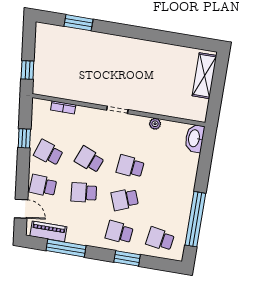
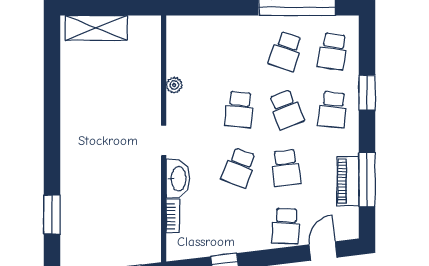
washbasin: (194, 138) -> (178, 179), moved, turned -90
school desk: (48, 153) -> (286, 51), moved
piano: (48, 231) -> (348, 181), moved

